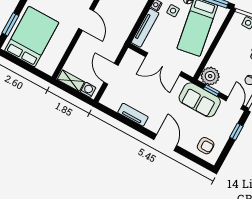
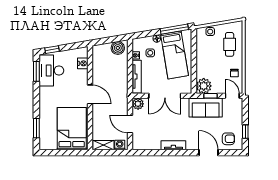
bed: (32, 37) -> (72, 129), moved
plant: (131, 57) -> (138, 104), added
tv unit: (133, 115) -> (173, 145), moved
window: (236, 132) -> (245, 132), moved
door: (165, 142) -> (209, 153), moved

